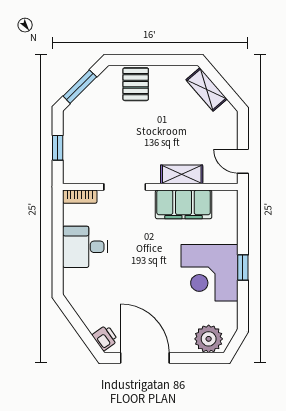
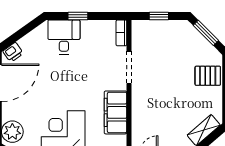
shelving: (182, 174) -> (139, 111), removed
desk: (85, 247) -> (64, 37), moved
window: (58, 253) -> (78, 16), added

